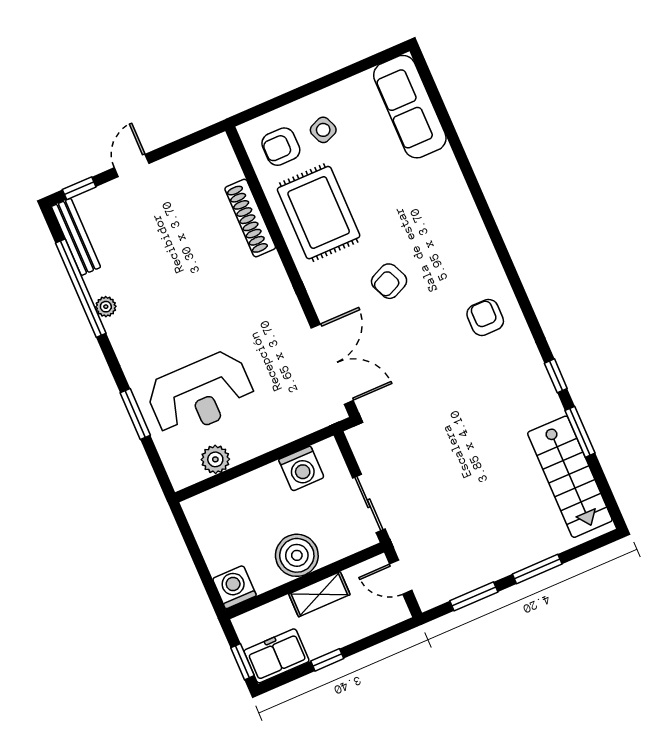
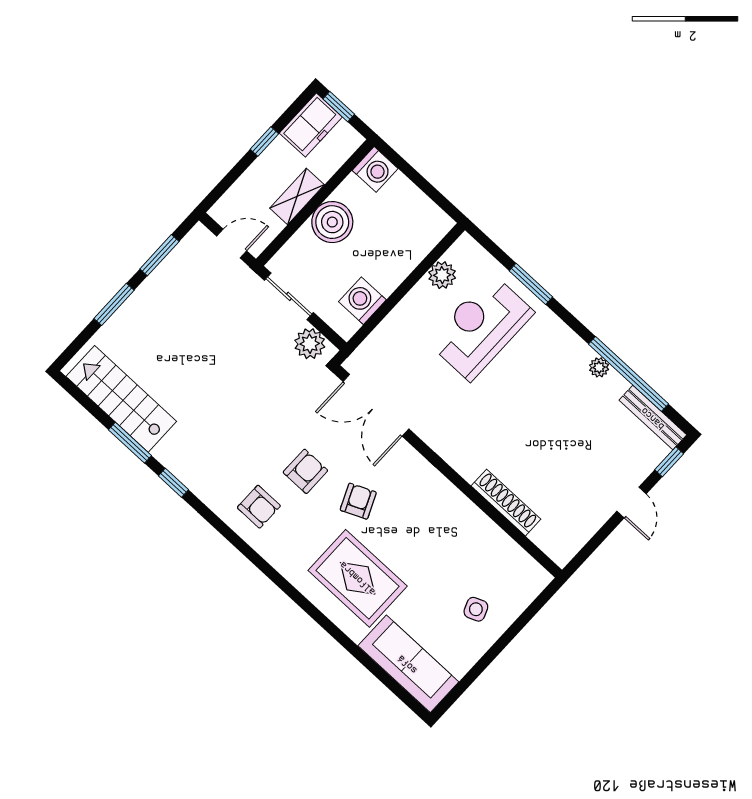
armchair: (281, 147) -> (305, 471), moved
rug: (319, 213) -> (358, 578), moved
plant: (369, 450) -> (310, 344), added

